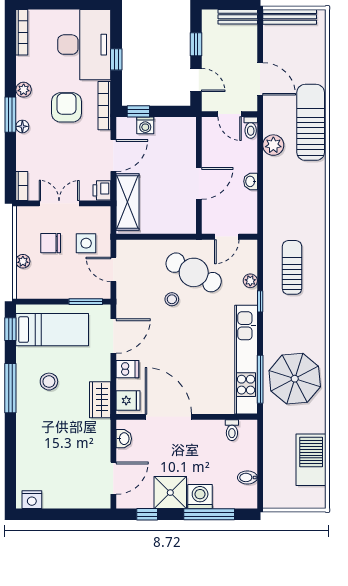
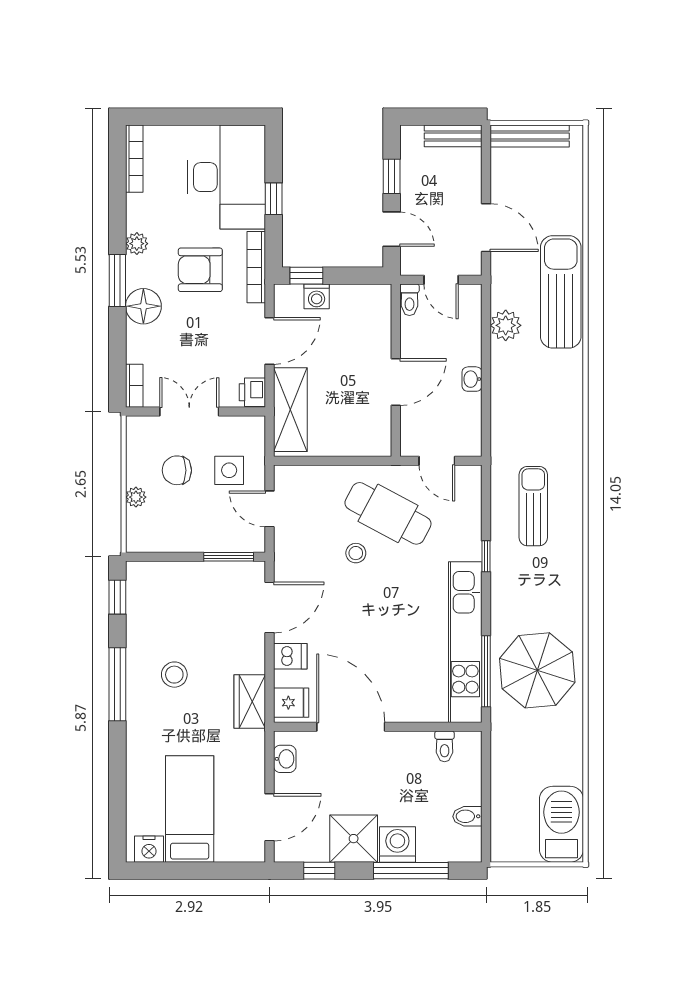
armchair: (67, 107) -> (200, 270), turned -90
floor lamp: (22, 126) -> (143, 306), width x1.89, depth x1.89
toilet: (251, 128) -> (409, 300), moved
door: (227, 237) -> (437, 461), hinge flipped
plant: (250, 281) -> (472, 526), removed
bed: (52, 330) -> (190, 809), moved, turned -90
barbecue: (311, 460) -> (561, 824), moved

